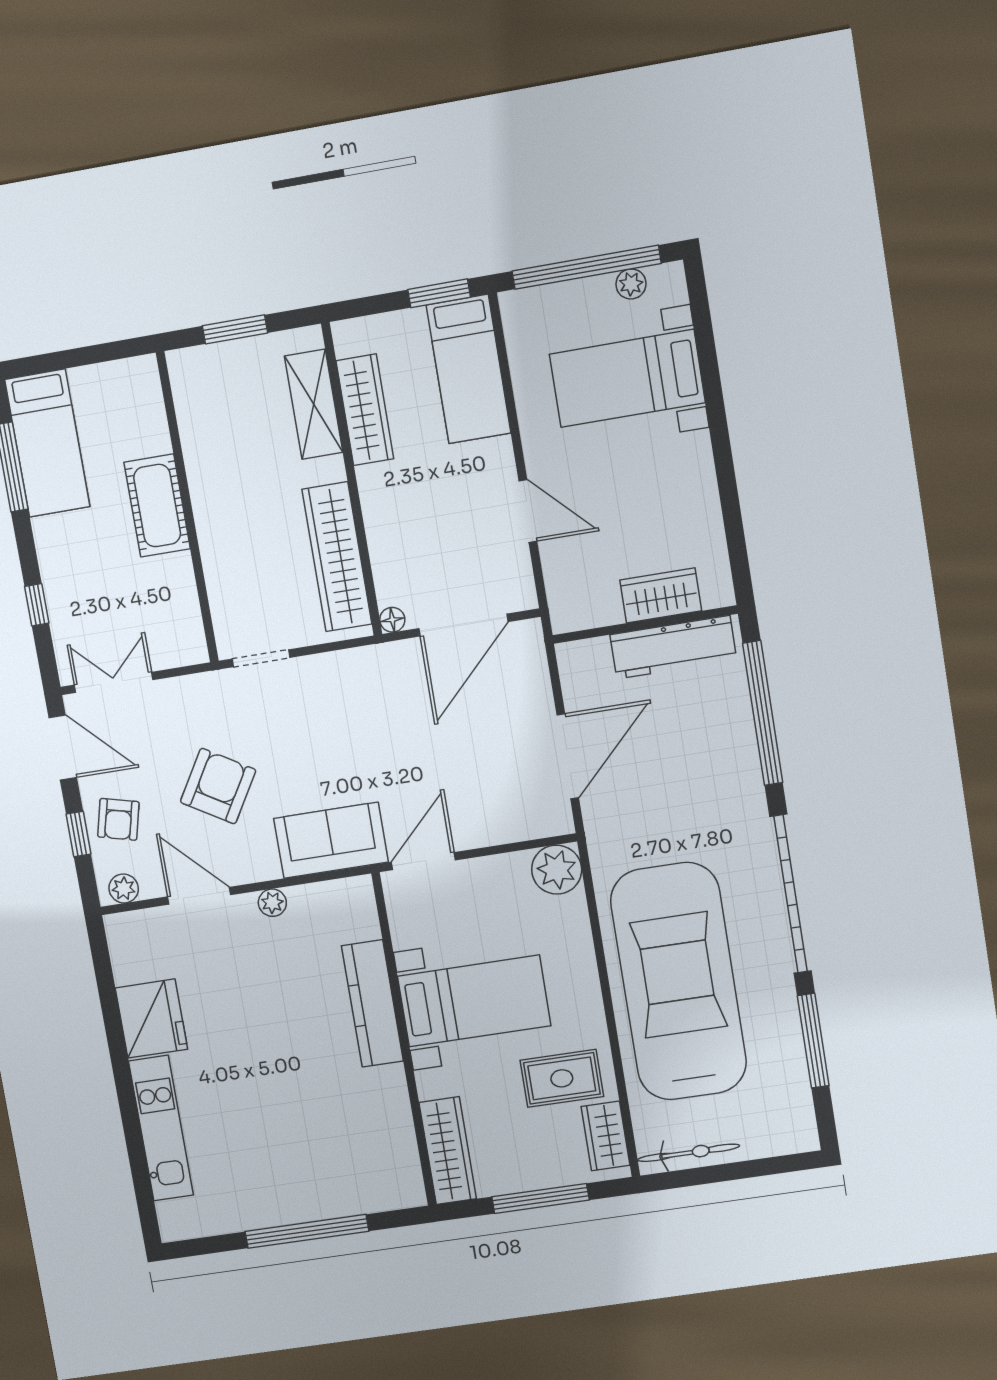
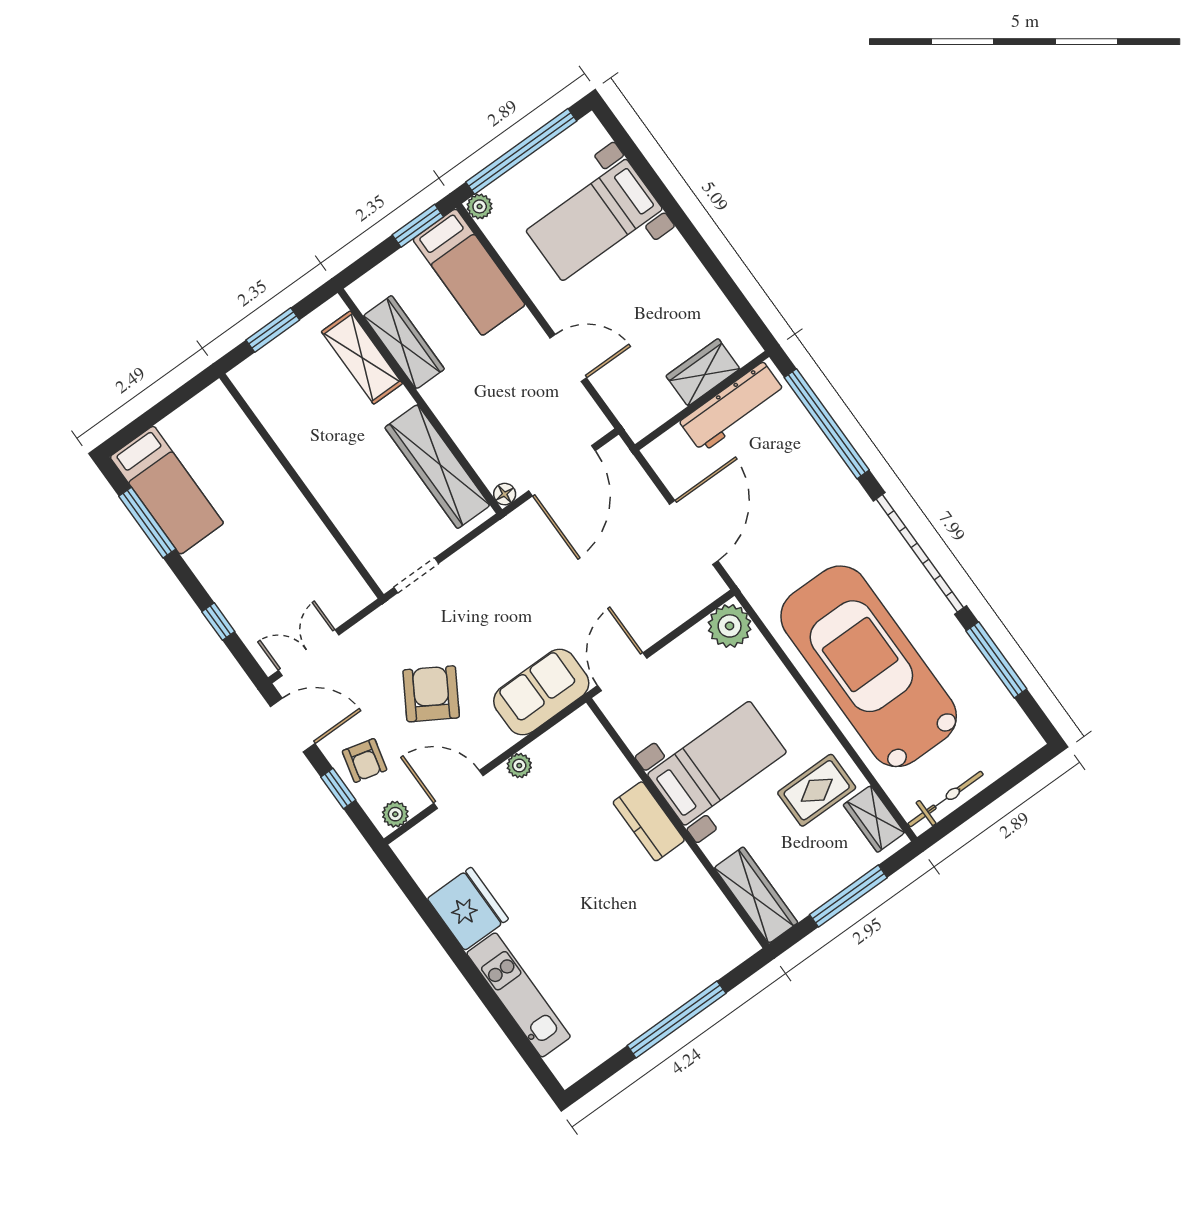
plant: (631, 284) -> (480, 206), moved
cot: (157, 506) -> (277, 496), removed
kitchen counter: (372, 1003) -> (649, 821), width x0.67

